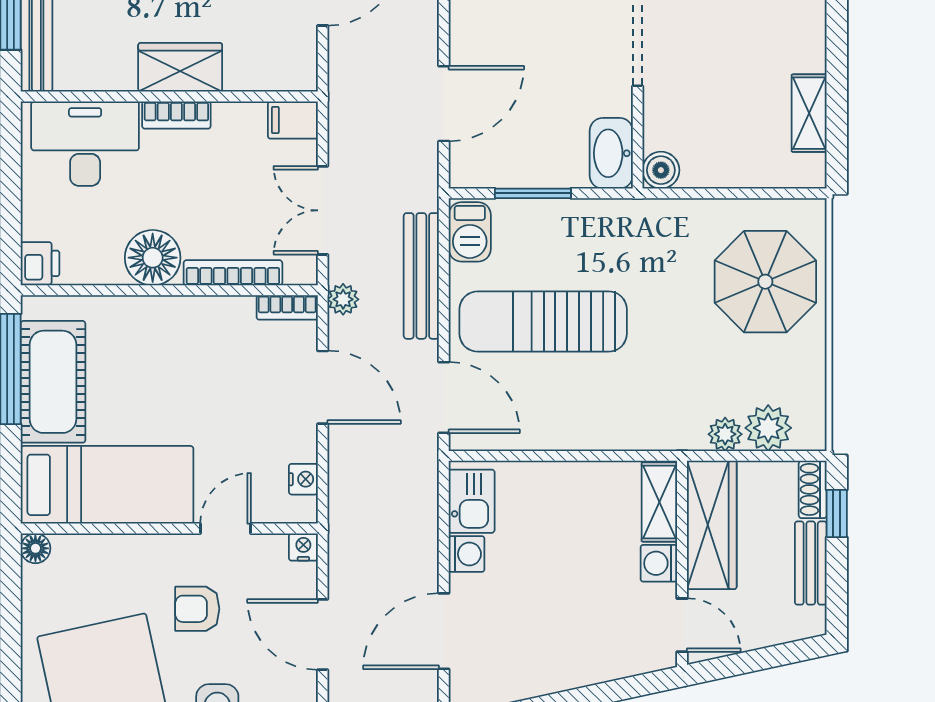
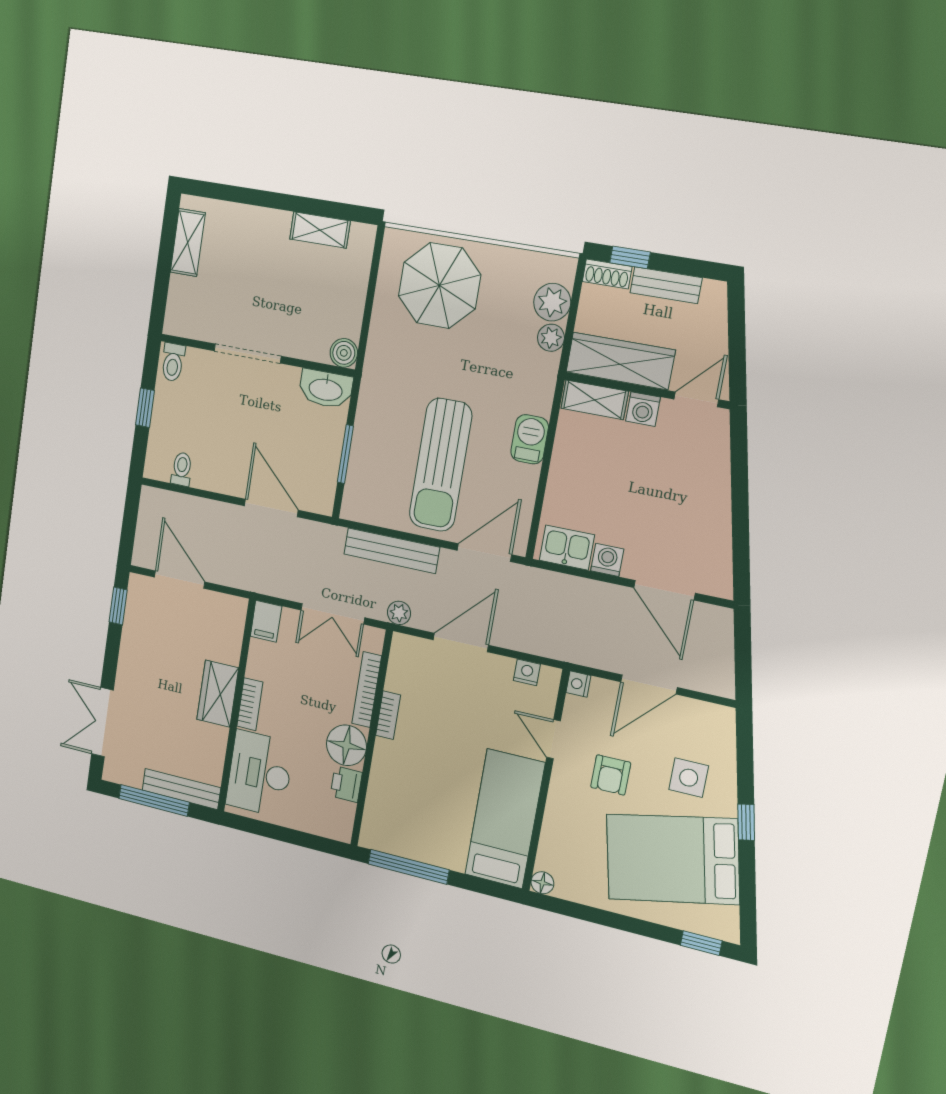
barbecue: (470, 232) -> (530, 439), moved, turned -90
printer: (40, 263) -> (346, 784), moved, turned -90
bookcase: (287, 307) -> (388, 715), moved
cot: (53, 382) -> (423, 839), removed

